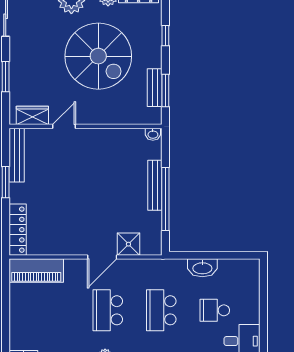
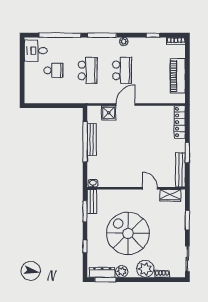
bench: (155, 88) -> (92, 202), moved
door: (64, 126) -> (150, 188), swing flipped
bench: (155, 185) -> (92, 139), moved
washbasin: (202, 268) -> (61, 98), removed
piano: (36, 271) -> (178, 76), moved, turned -90

